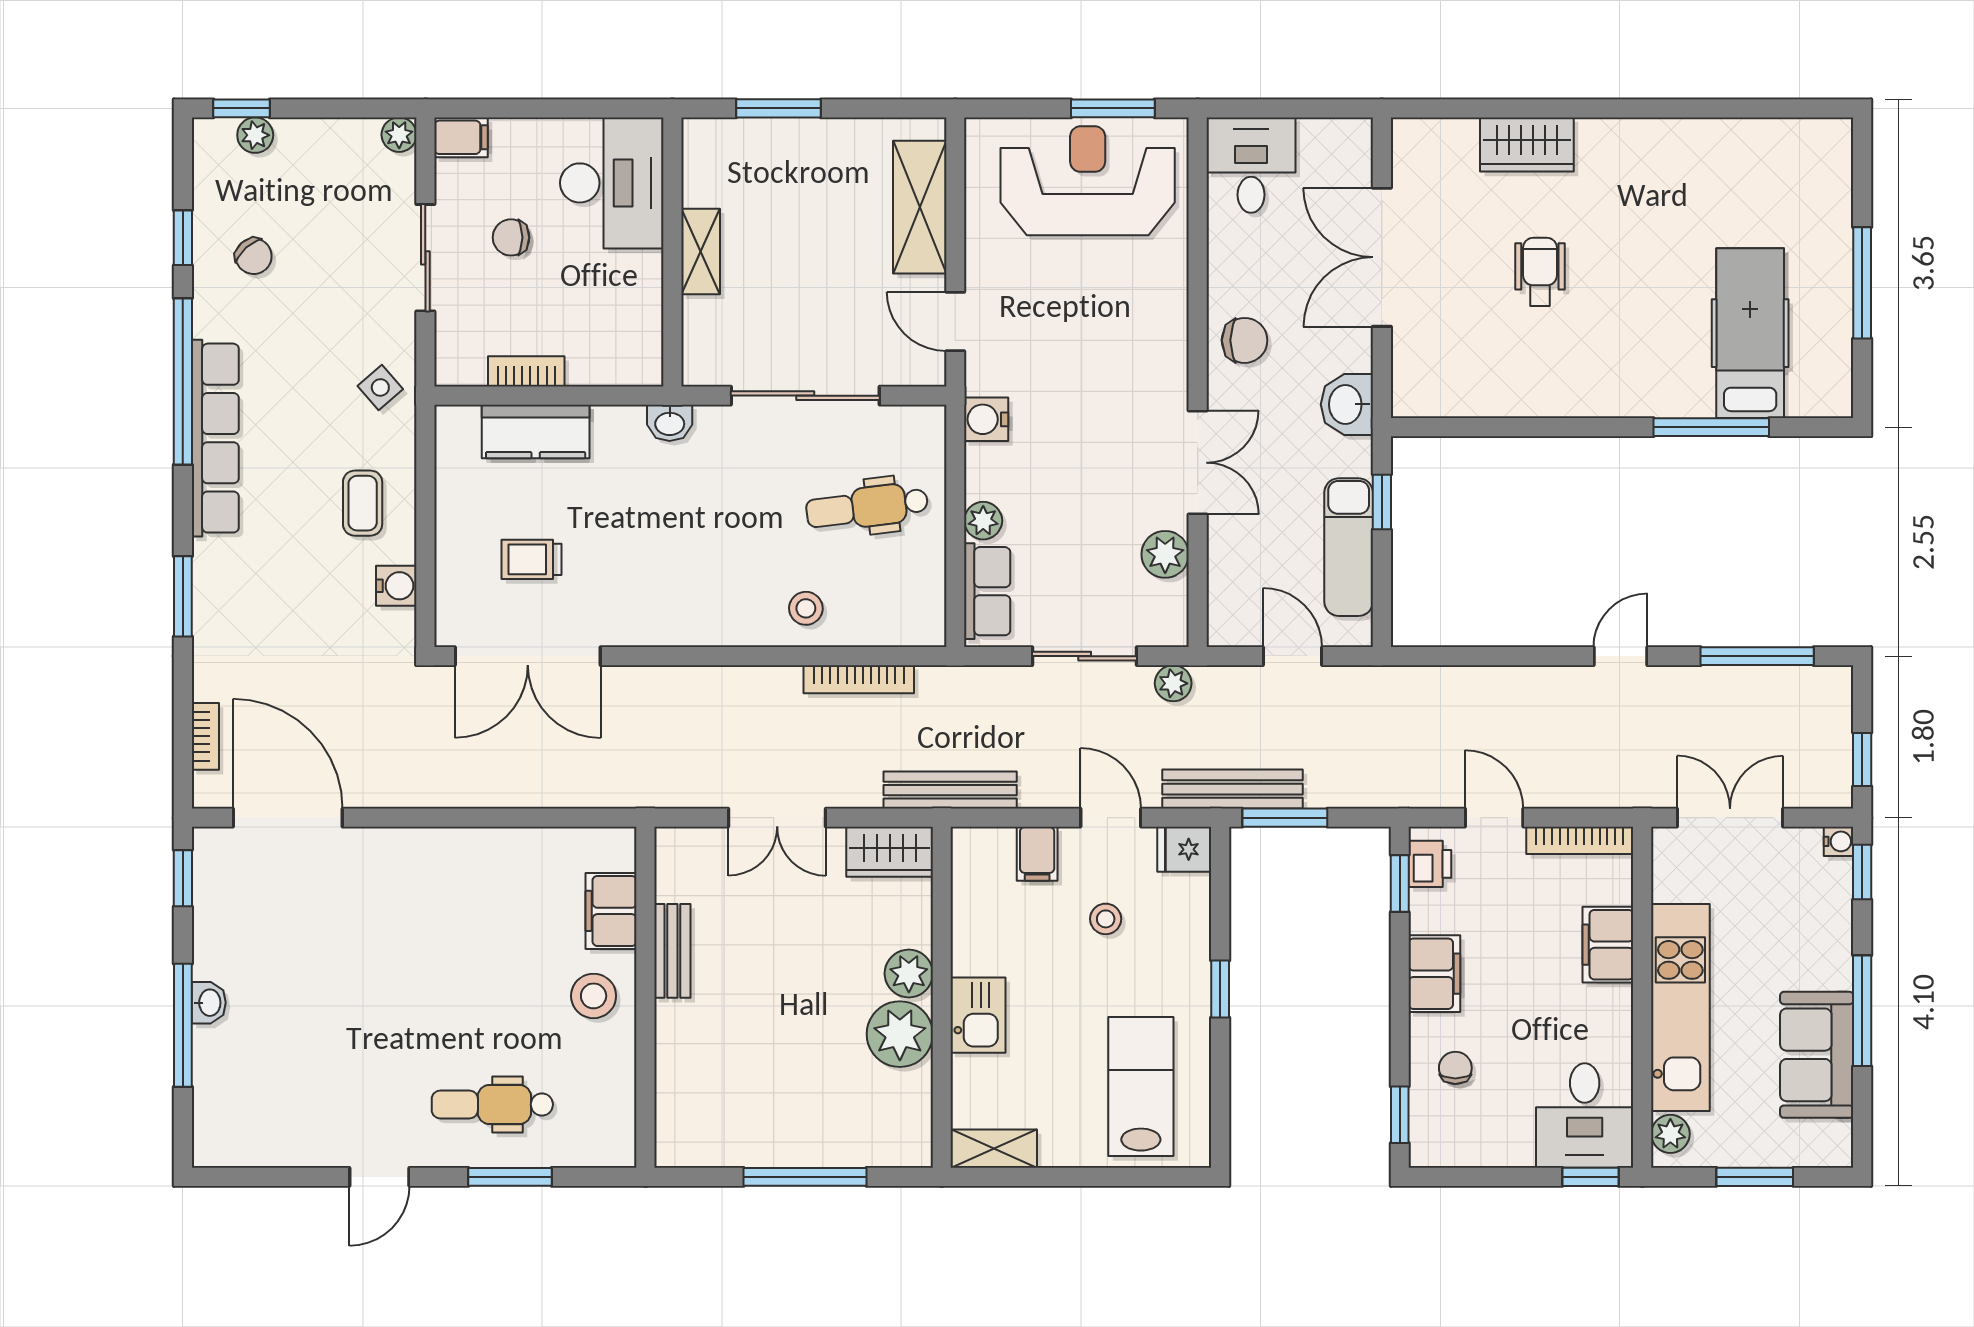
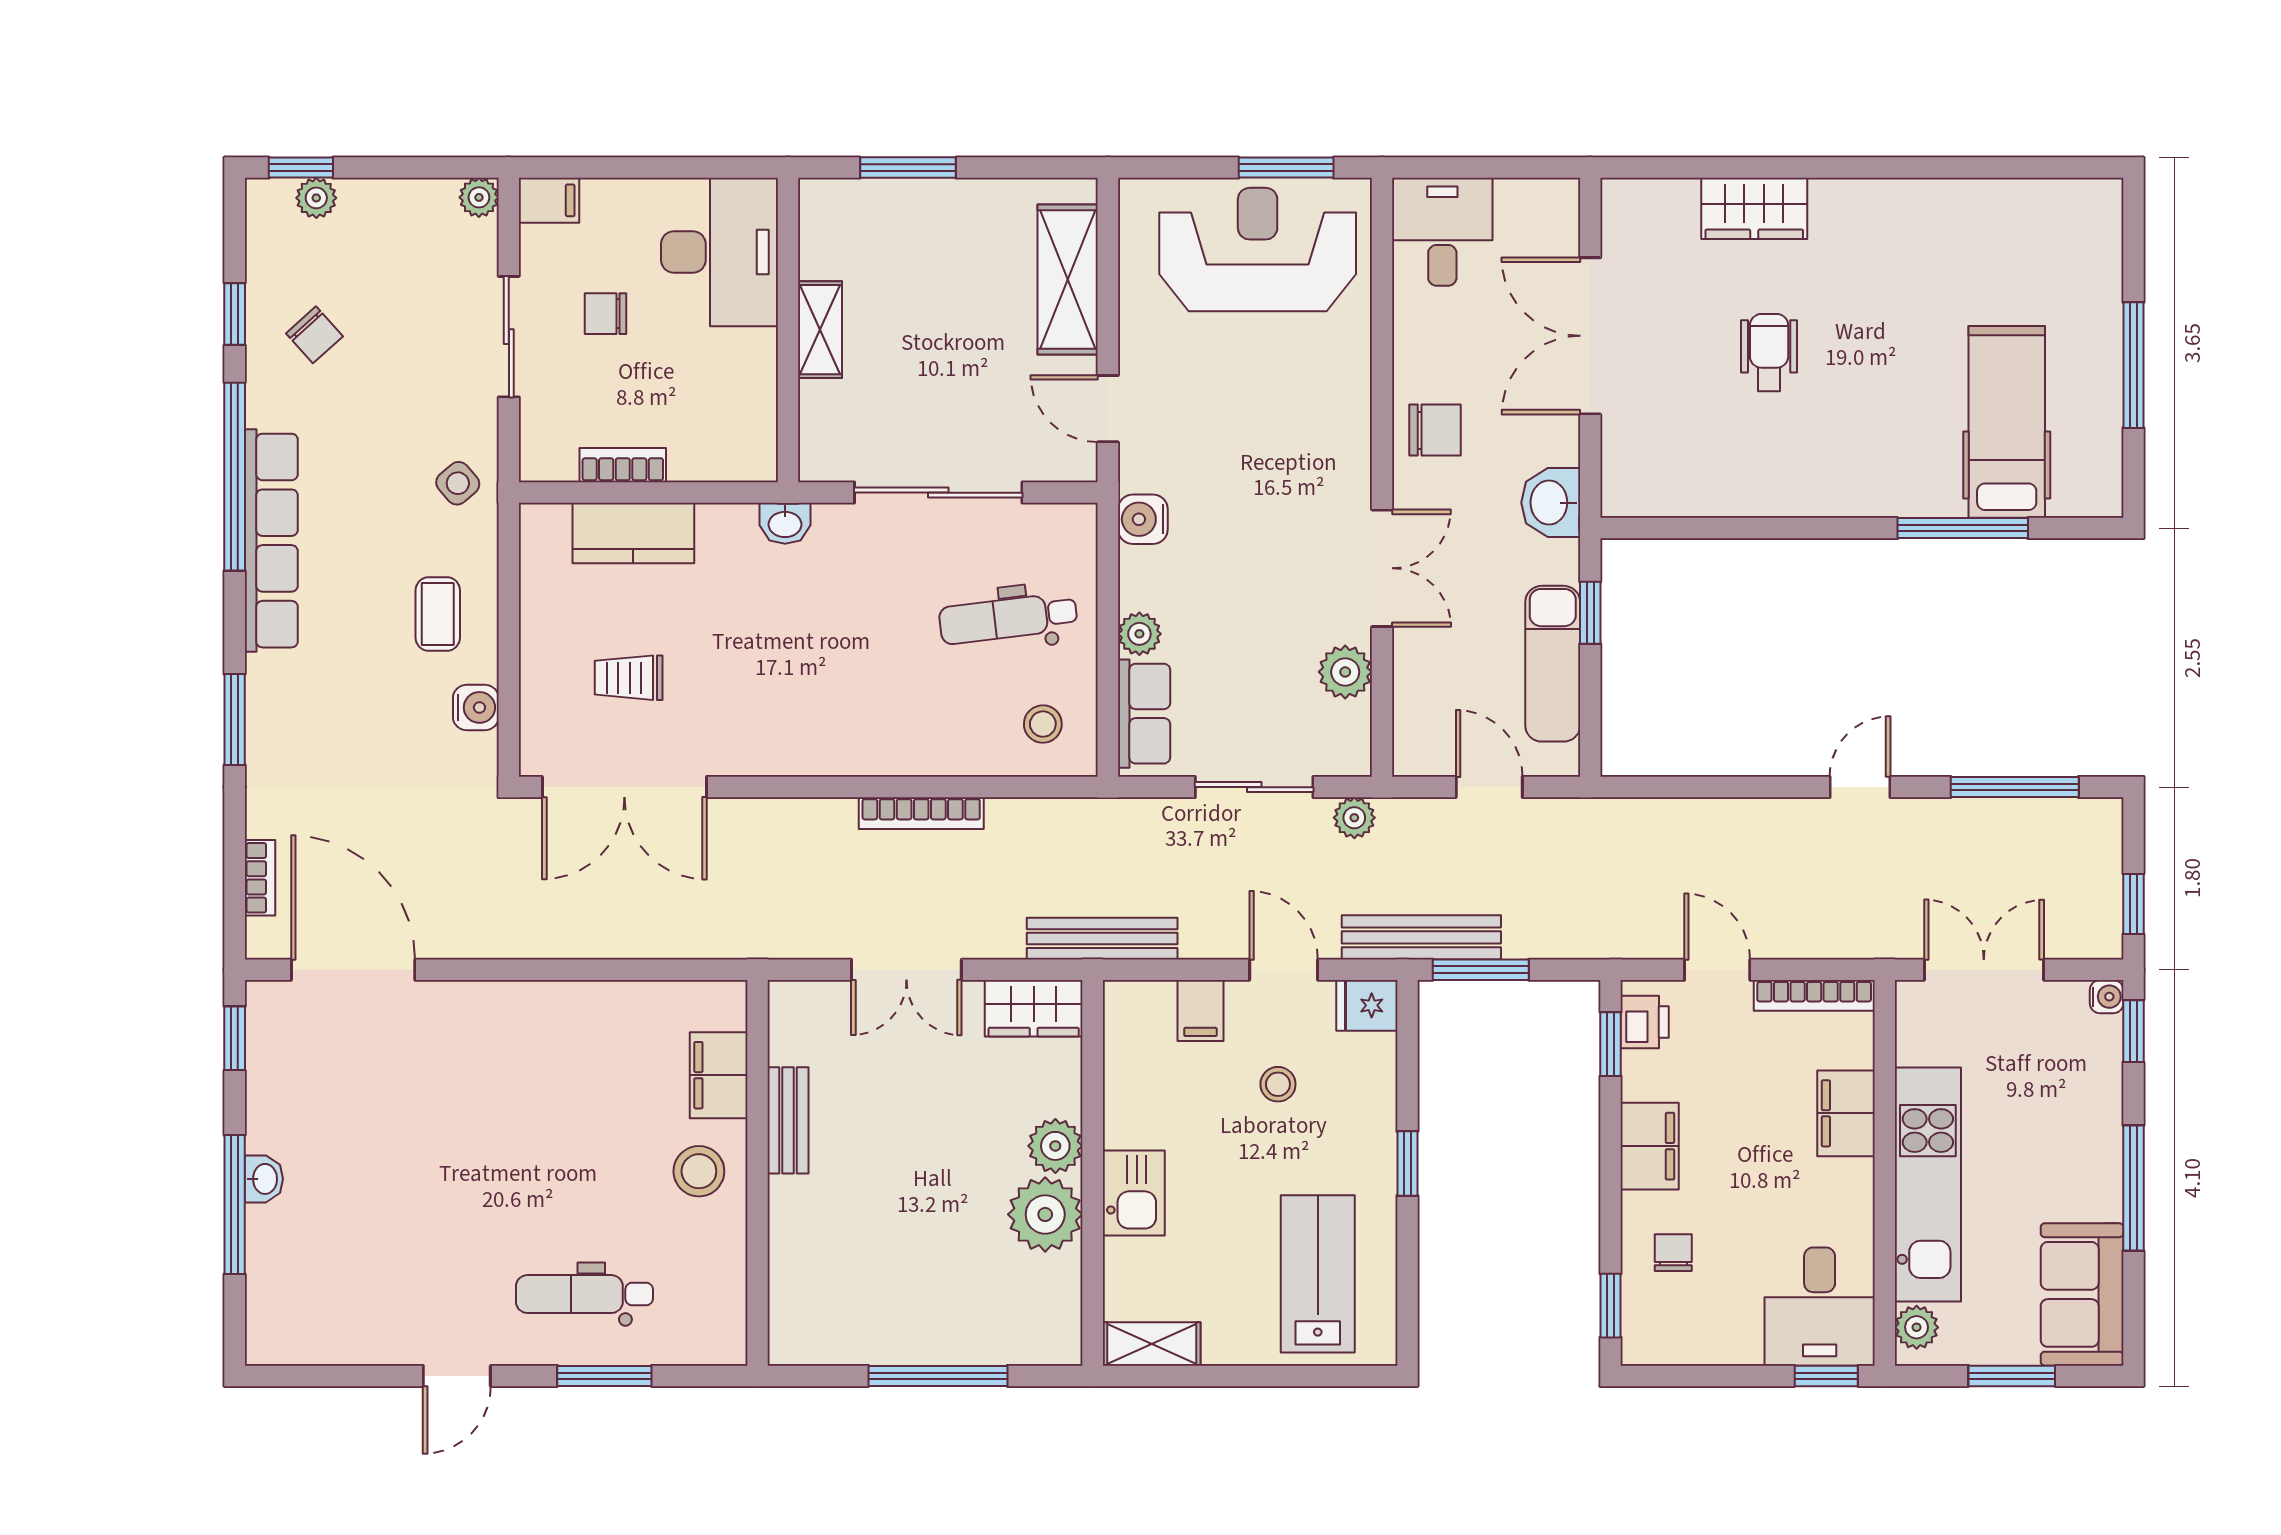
stool: (806, 608) -> (1043, 724), moved
bookcase: (859, 679) -> (921, 813), moved
sofa: (1817, 1055) -> (2082, 1294), moved

